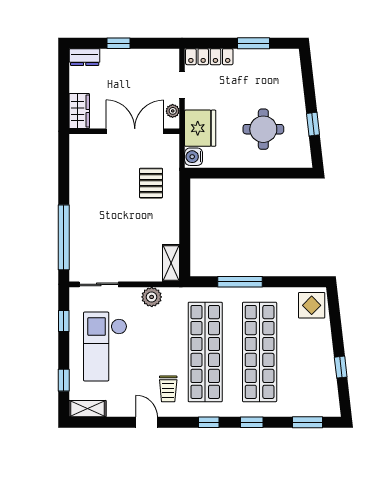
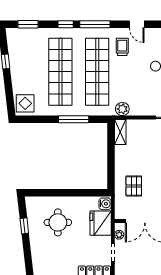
plant: (152, 297) -> (122, 109), moved
window: (209, 422) -> (95, 24), width x2.17

